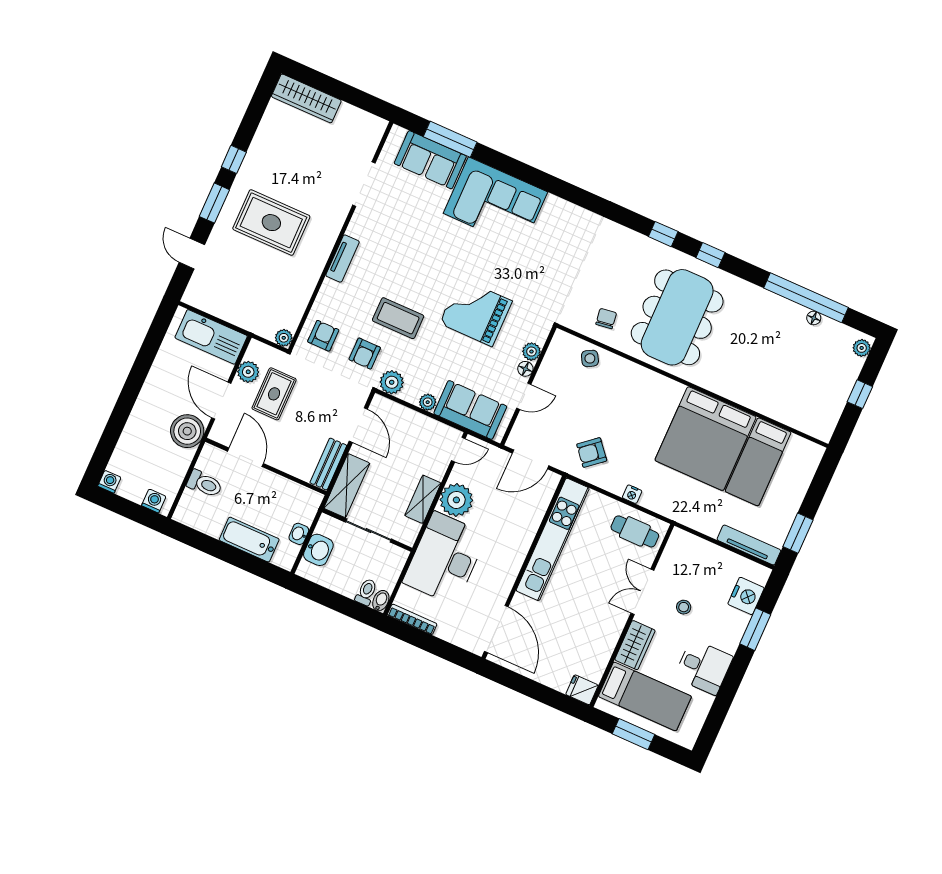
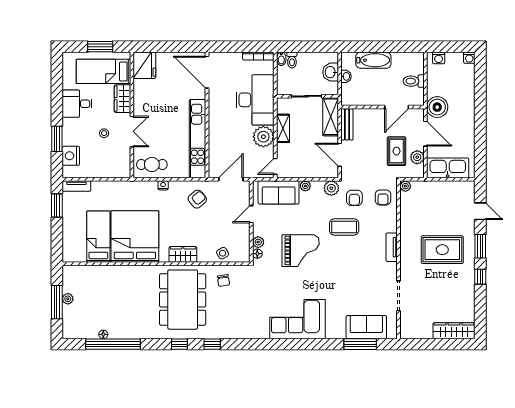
corner sofa: (495, 203) -> (297, 319), moved
plant: (862, 348) -> (68, 299), moved
armchair: (365, 354) -> (354, 198), turned 180
floor lamp: (525, 369) -> (257, 254), moved
wardrobe: (648, 382) -> (183, 254), added
window: (860, 394) -> (57, 302), width x2.17
door: (246, 457) -> (397, 107), hinge flipped
tv unit: (749, 545) -> (76, 186), width x0.71
fridge: (582, 690) -> (144, 65), width x1.88, depth x1.34

